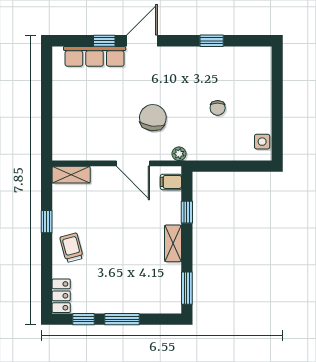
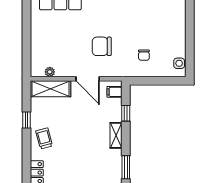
chair: (218, 108) -> (144, 55), moved
chair: (153, 118) -> (102, 46), turned -97
plant: (179, 154) -> (50, 72), moved
shelving: (71, 175) -> (51, 89), width x1.50, depth x1.33

